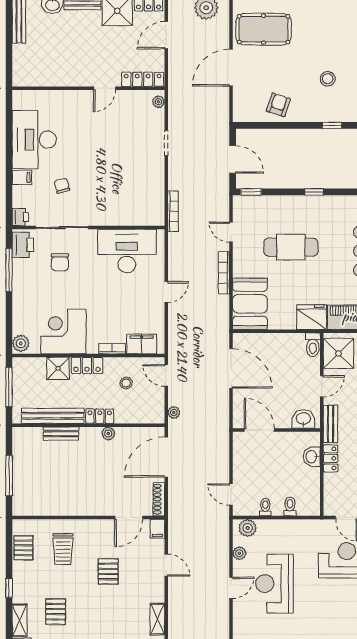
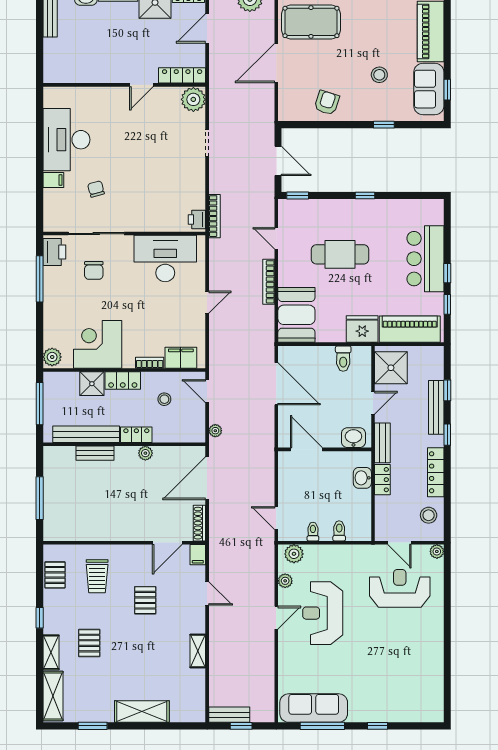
plant: (158, 102) -> (193, 99), width x1.88, depth x1.88
printer: (20, 217) -> (197, 219), moved, turned 180
toilet: (313, 345) -> (343, 359), moved

